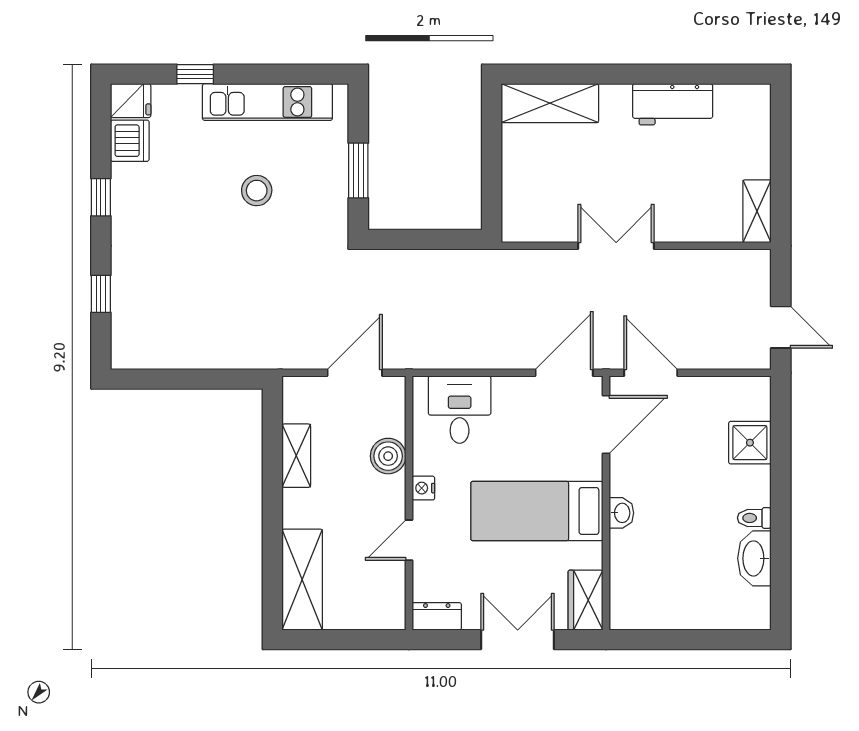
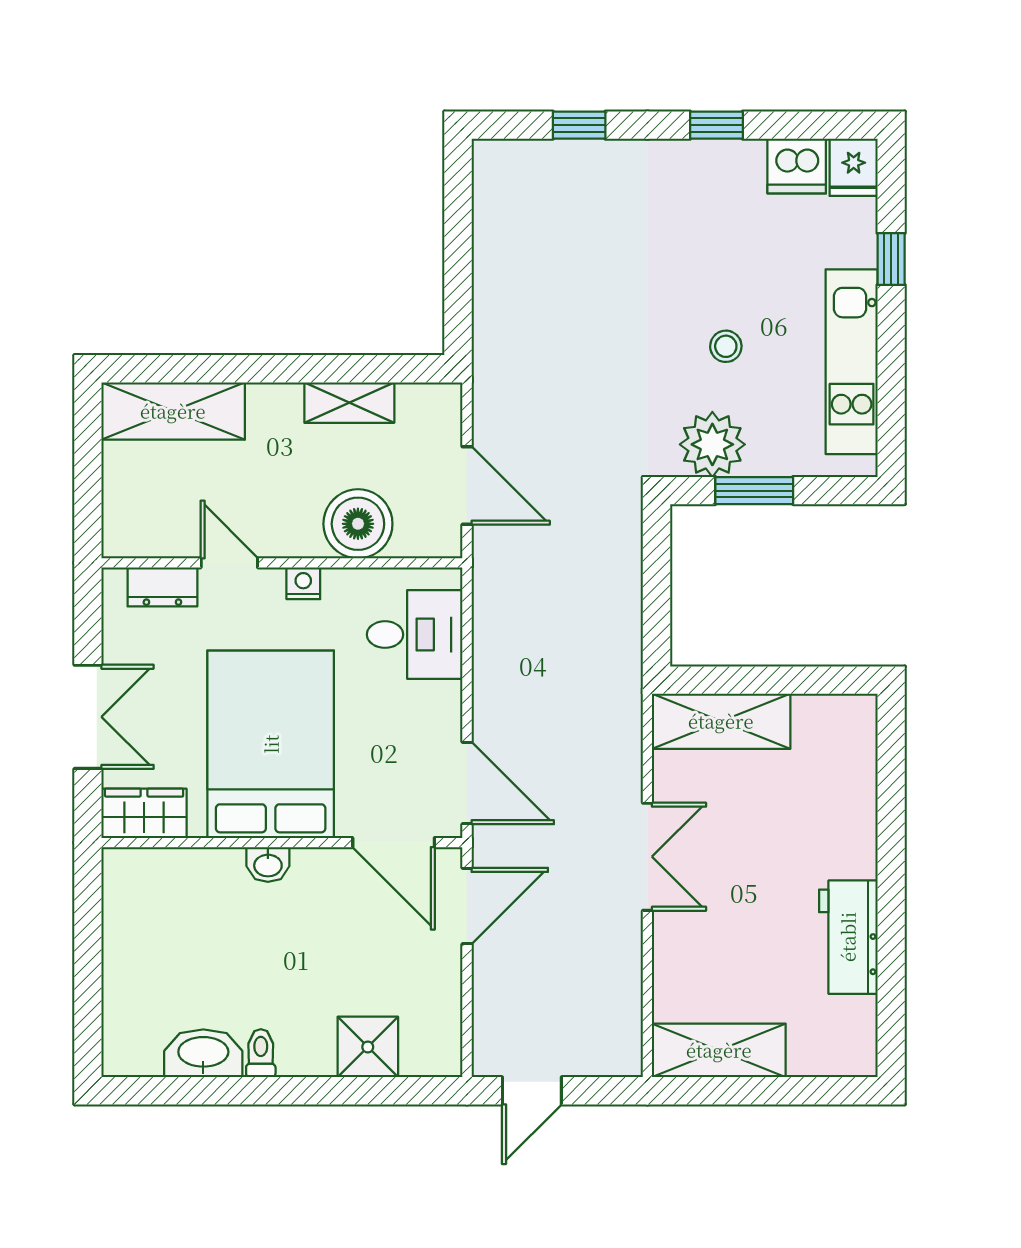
shelving: (550, 103) -> (721, 721), moved, turned 90
stool: (257, 191) -> (726, 346), width x0.73, depth x0.73
plant: (326, 200) -> (712, 444), added
shelving: (757, 211) -> (719, 1050), width x1.50, depth x1.33
boiler: (388, 456) -> (358, 524), width x1.37, depth x1.37
bed: (537, 511) -> (271, 744), width x1.50
dresser: (437, 616) -> (162, 587), moved, turned 90

